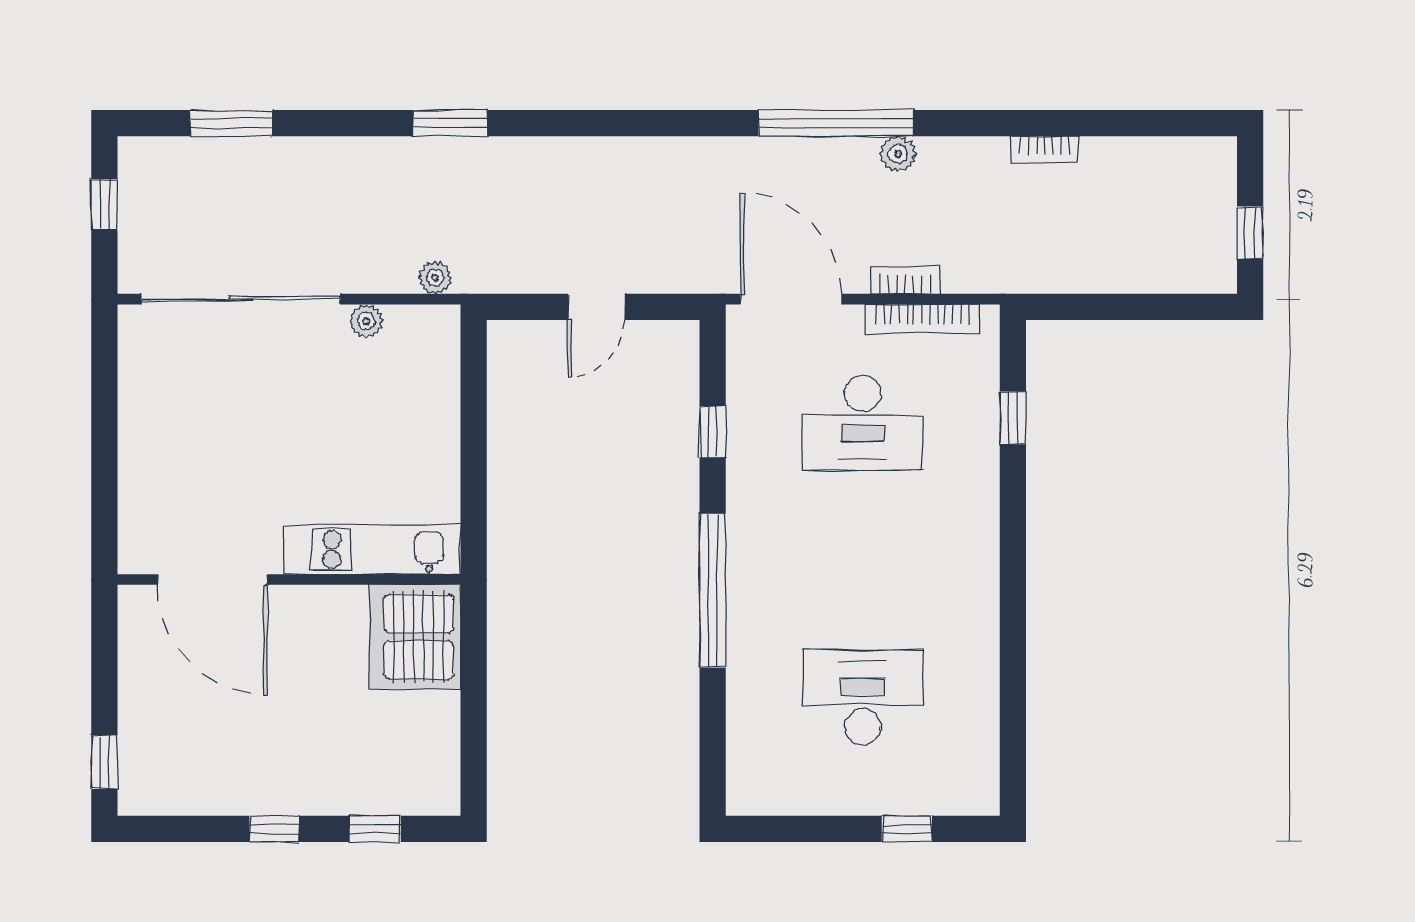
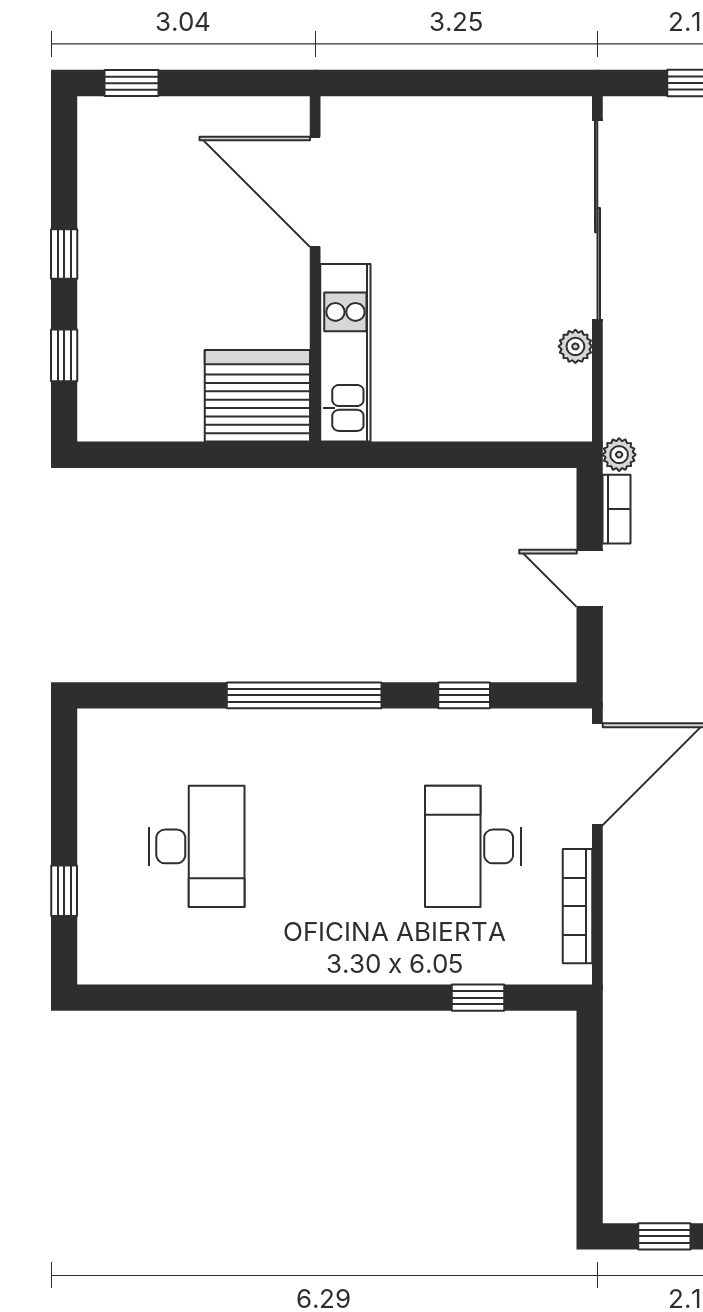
plant: (435, 278) -> (619, 455), moved
bookcase: (905, 280) -> (616, 509), moved
door: (212, 580) -> (315, 192), hinge flipped

